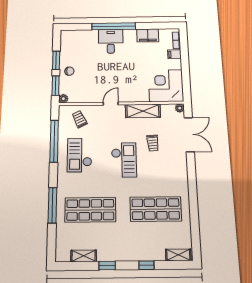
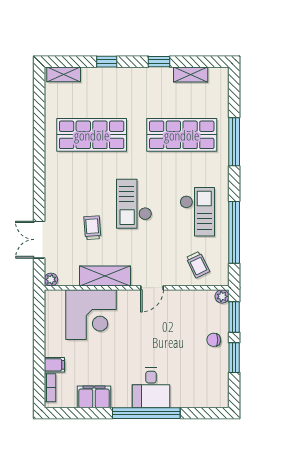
corner desk: (166, 86) -> (91, 315), moved
double door: (189, 134) -> (39, 240), width x0.73

